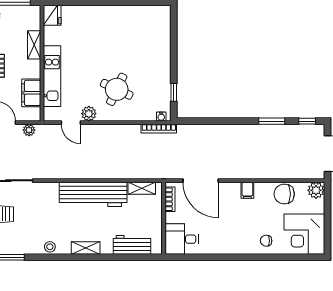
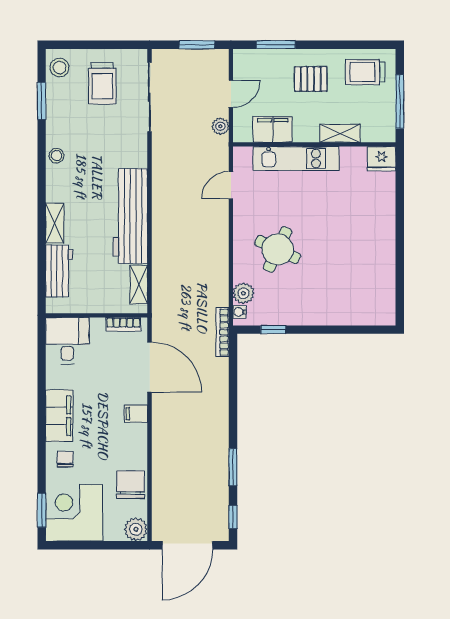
plant: (89, 114) -> (243, 293), moved
bookcase: (159, 129) -> (223, 332), moved
door: (201, 181) -> (150, 367), swing flipped
filing cabinet: (247, 190) -> (136, 414), moved
filing cabinet: (235, 245) -> (59, 416), added
shelving: (86, 248) -> (55, 223), moved
window: (302, 257) -> (42, 510), added

